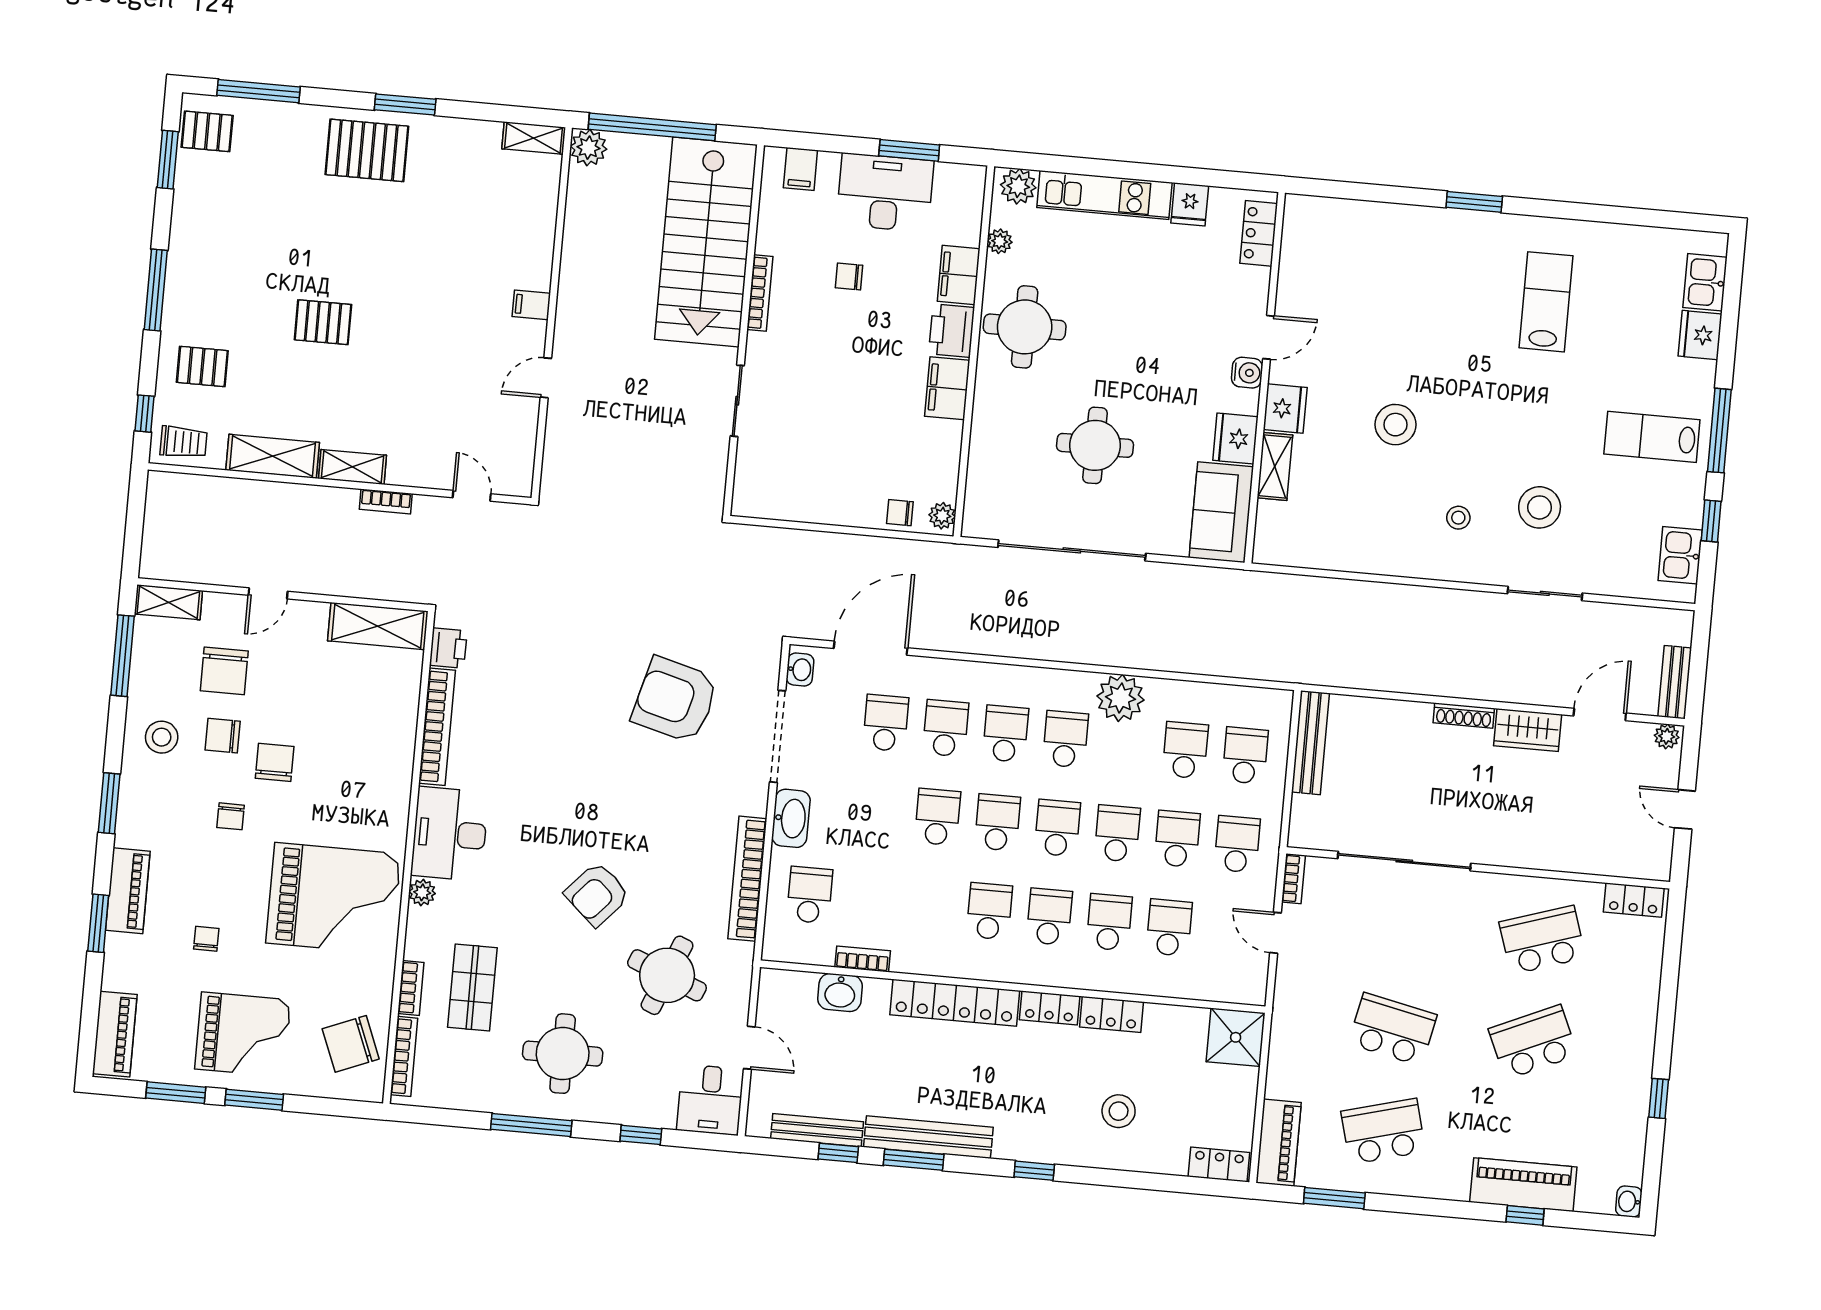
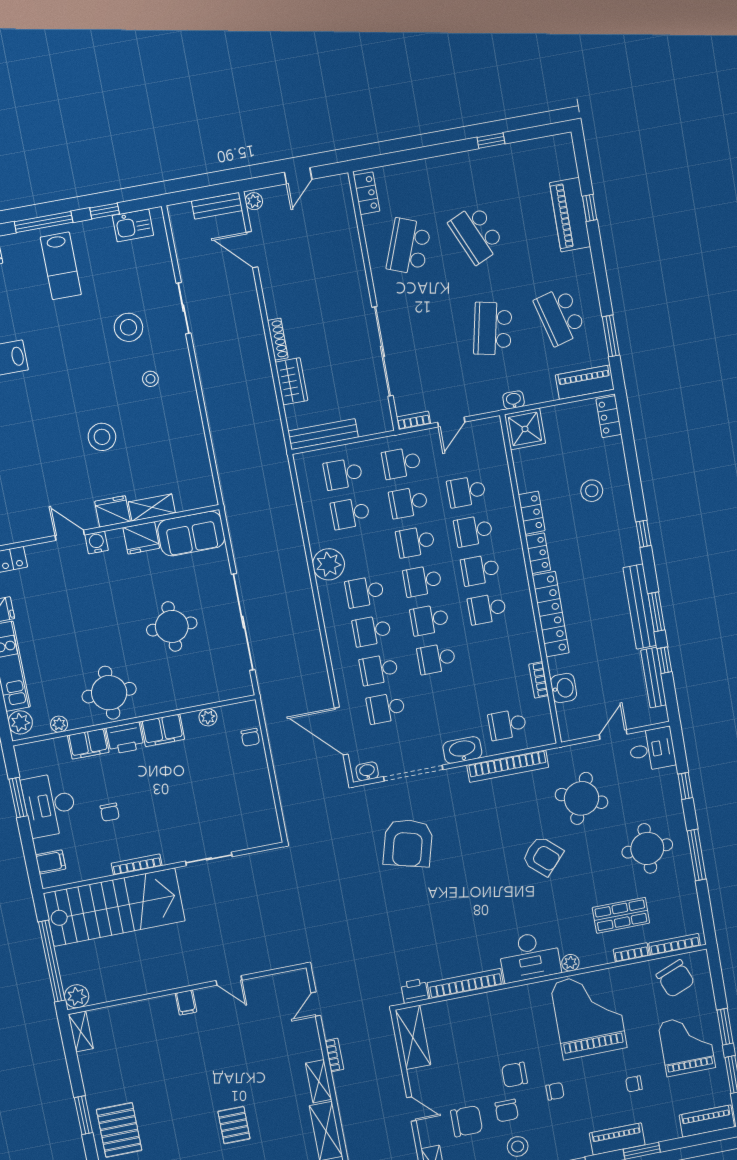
plant: (942, 516) -> (208, 717), moved
wardrobe: (1528, 730) -> (291, 381), moved
school desk: (1542, 940) -> (409, 247), turned 39
washbasin: (1629, 1202) -> (514, 400), moved, turned 180

